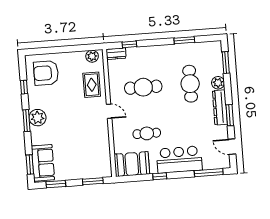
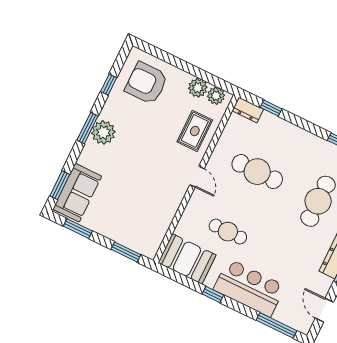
plant: (78, 58) -> (198, 88), added

